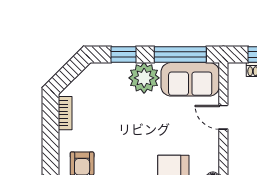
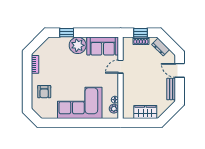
window: (180, 54) -> (97, 33), removed
door: (223, 117) -> (121, 67), hinge flipped

